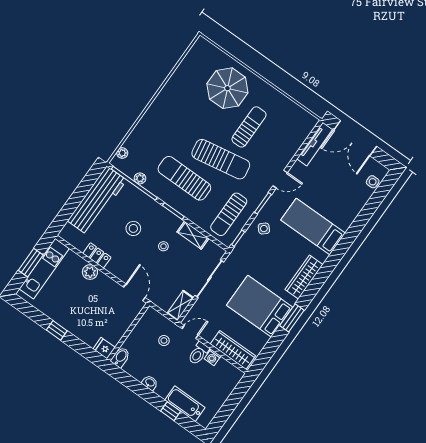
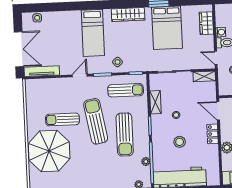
parasol: (227, 88) -> (49, 151), width x1.36, depth x1.36
door: (280, 179) -> (80, 76), hinge flipped
locker: (97, 255) -> (213, 134), moved
door: (134, 292) -> (218, 111), hinge flipped
wardrobe: (233, 350) -> (206, 23), width x0.67

